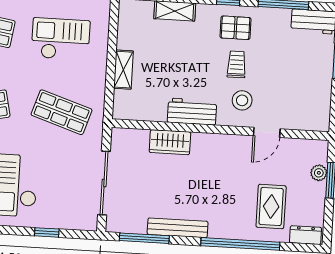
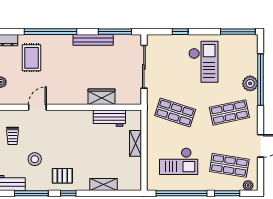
trolley: (237, 64) -> (13, 136), moved
stool: (242, 100) -> (35, 159), moved
workbench: (192, 112) -> (109, 118), moved

